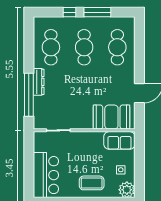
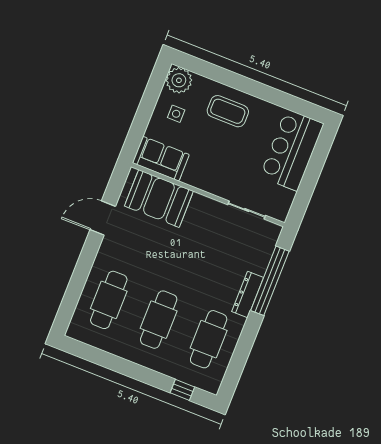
window: (70, 12) -> (182, 390), moved
window: (97, 12) -> (118, 365), removed

